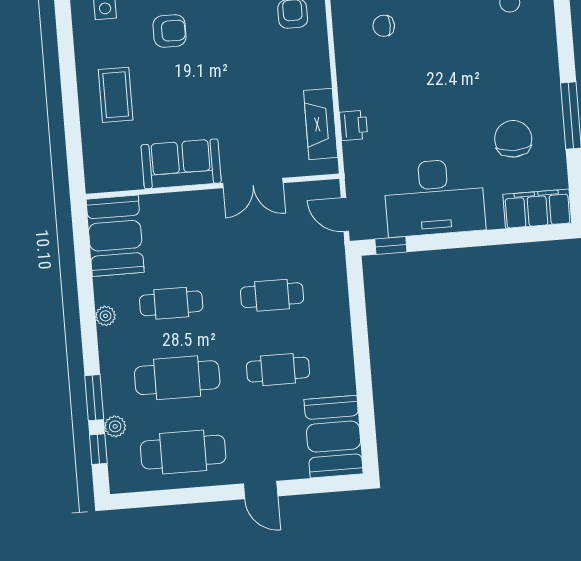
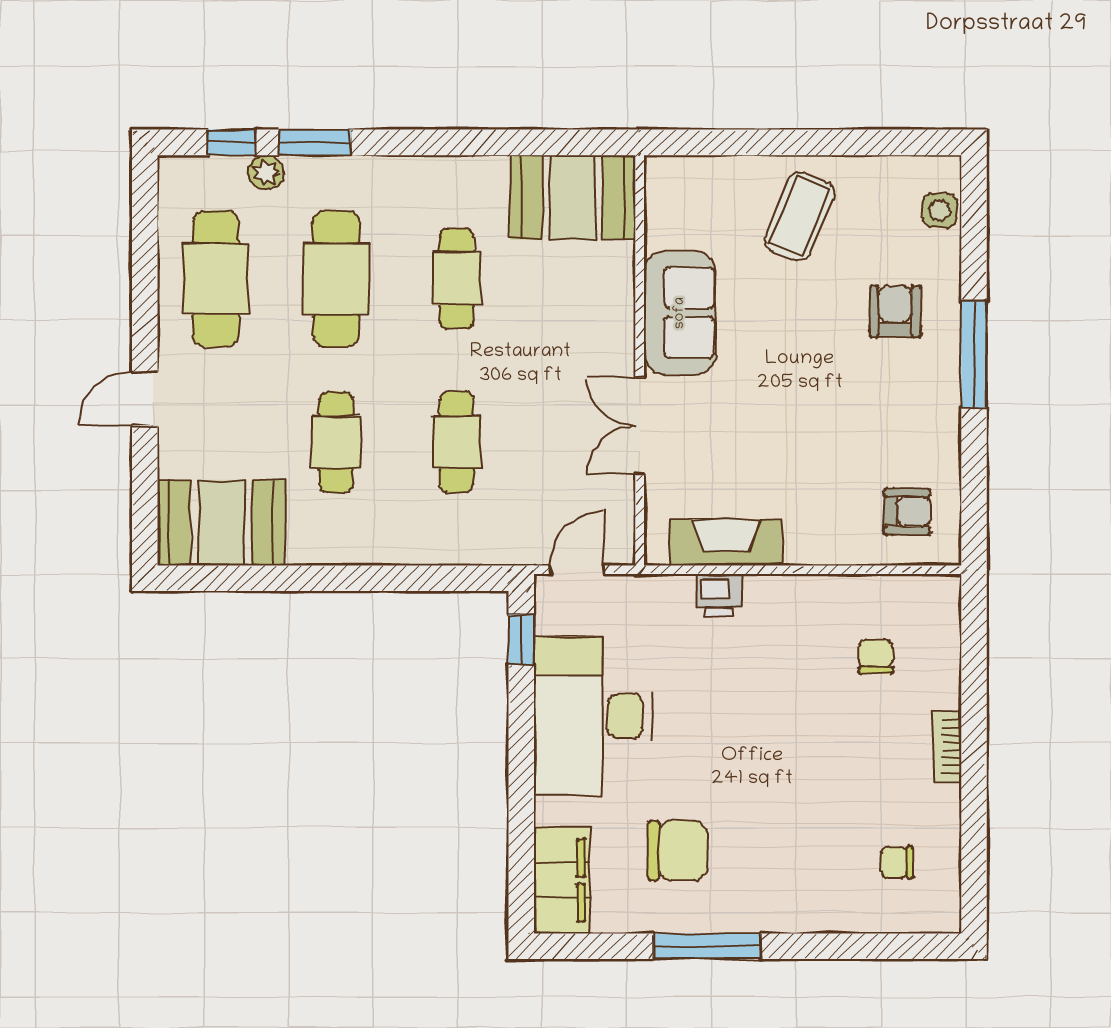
armchair: (170, 31) -> (895, 311), turned 180
coffee table: (116, 95) -> (799, 216), turned -67
plant: (106, 316) -> (445, 171), removed

